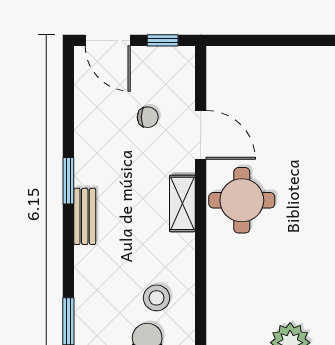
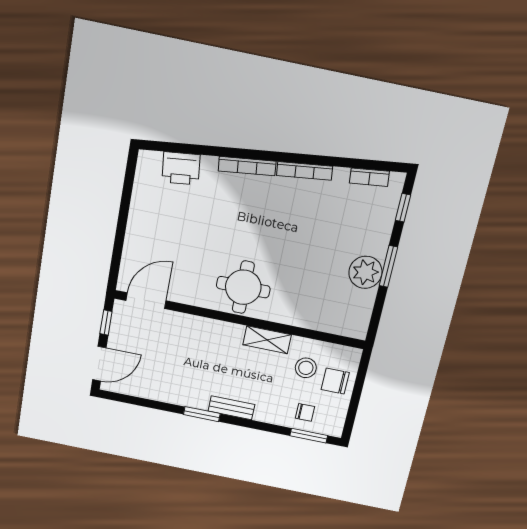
chair: (148, 117) -> (305, 412), moved, turned 90
door: (201, 135) -> (146, 301), moved
shelving: (182, 203) -> (267, 340), moved

